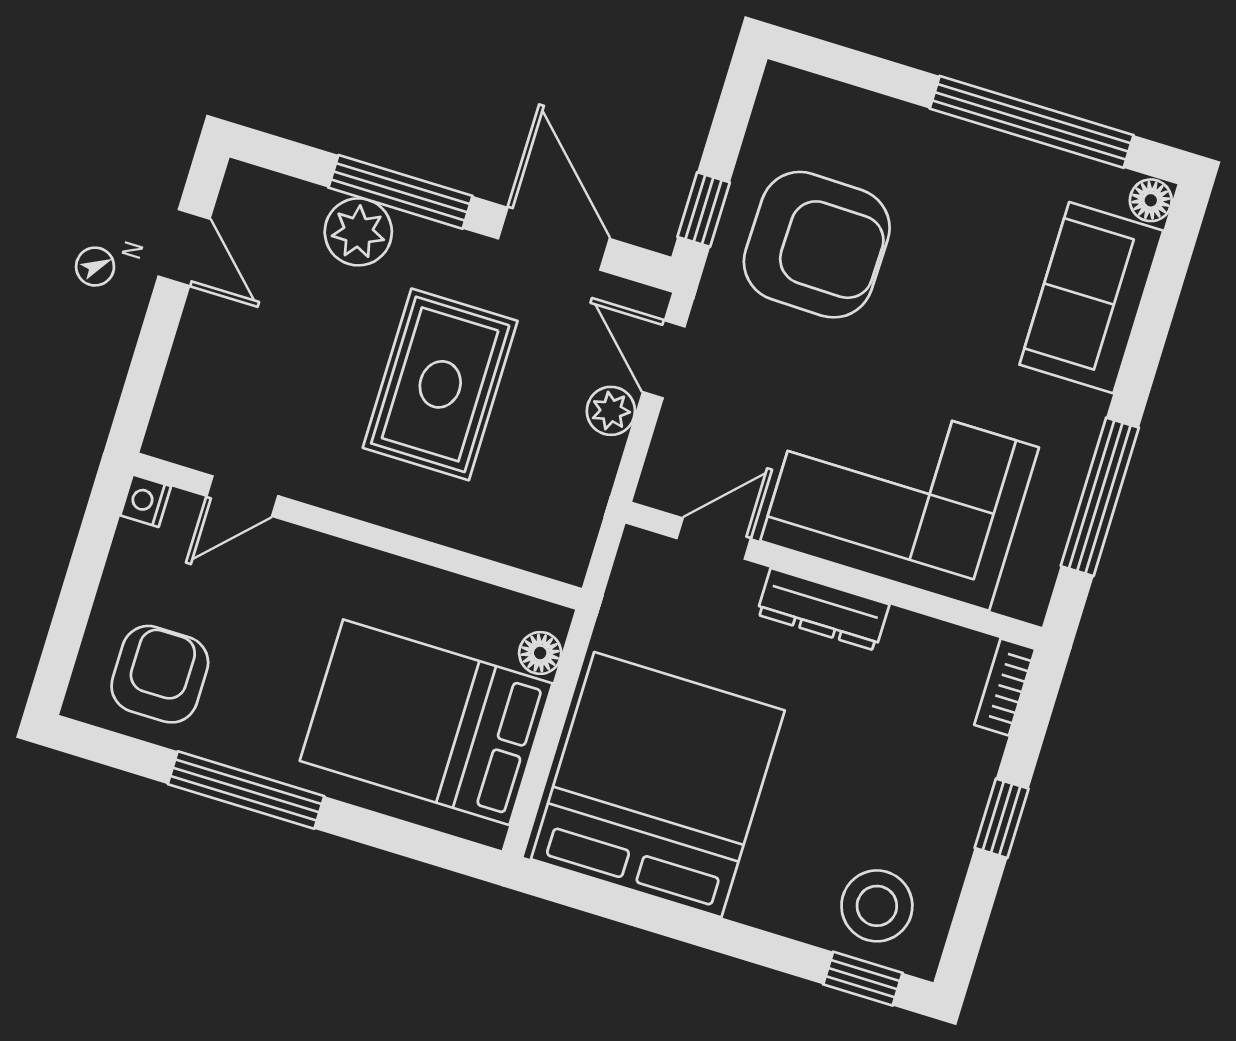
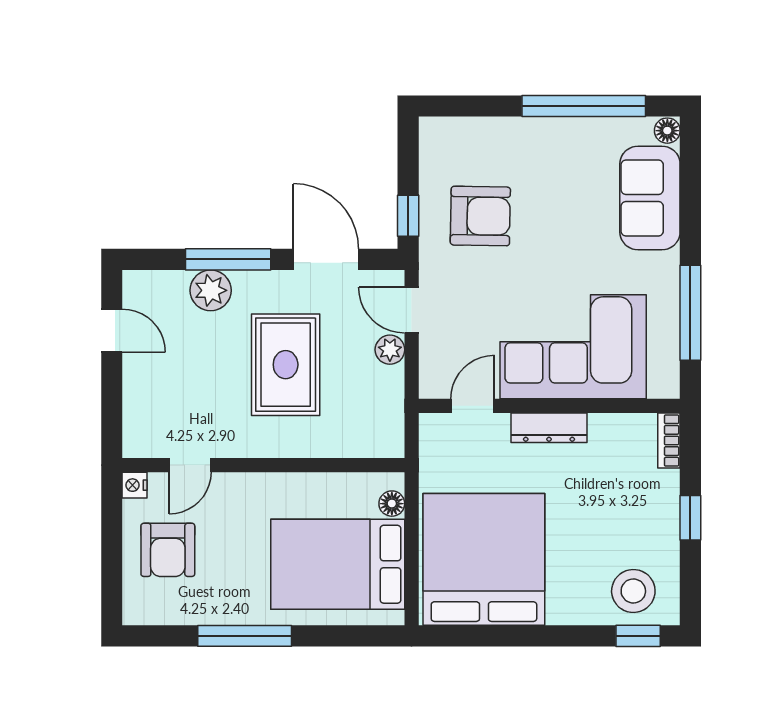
armchair: (817, 245) -> (480, 216), width x0.73, depth x0.73
armchair: (160, 674) -> (168, 550), moved, turned 180

